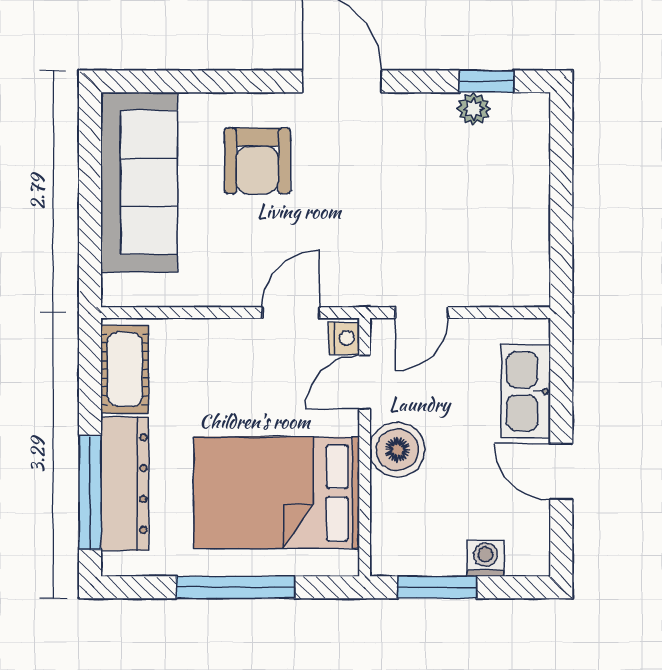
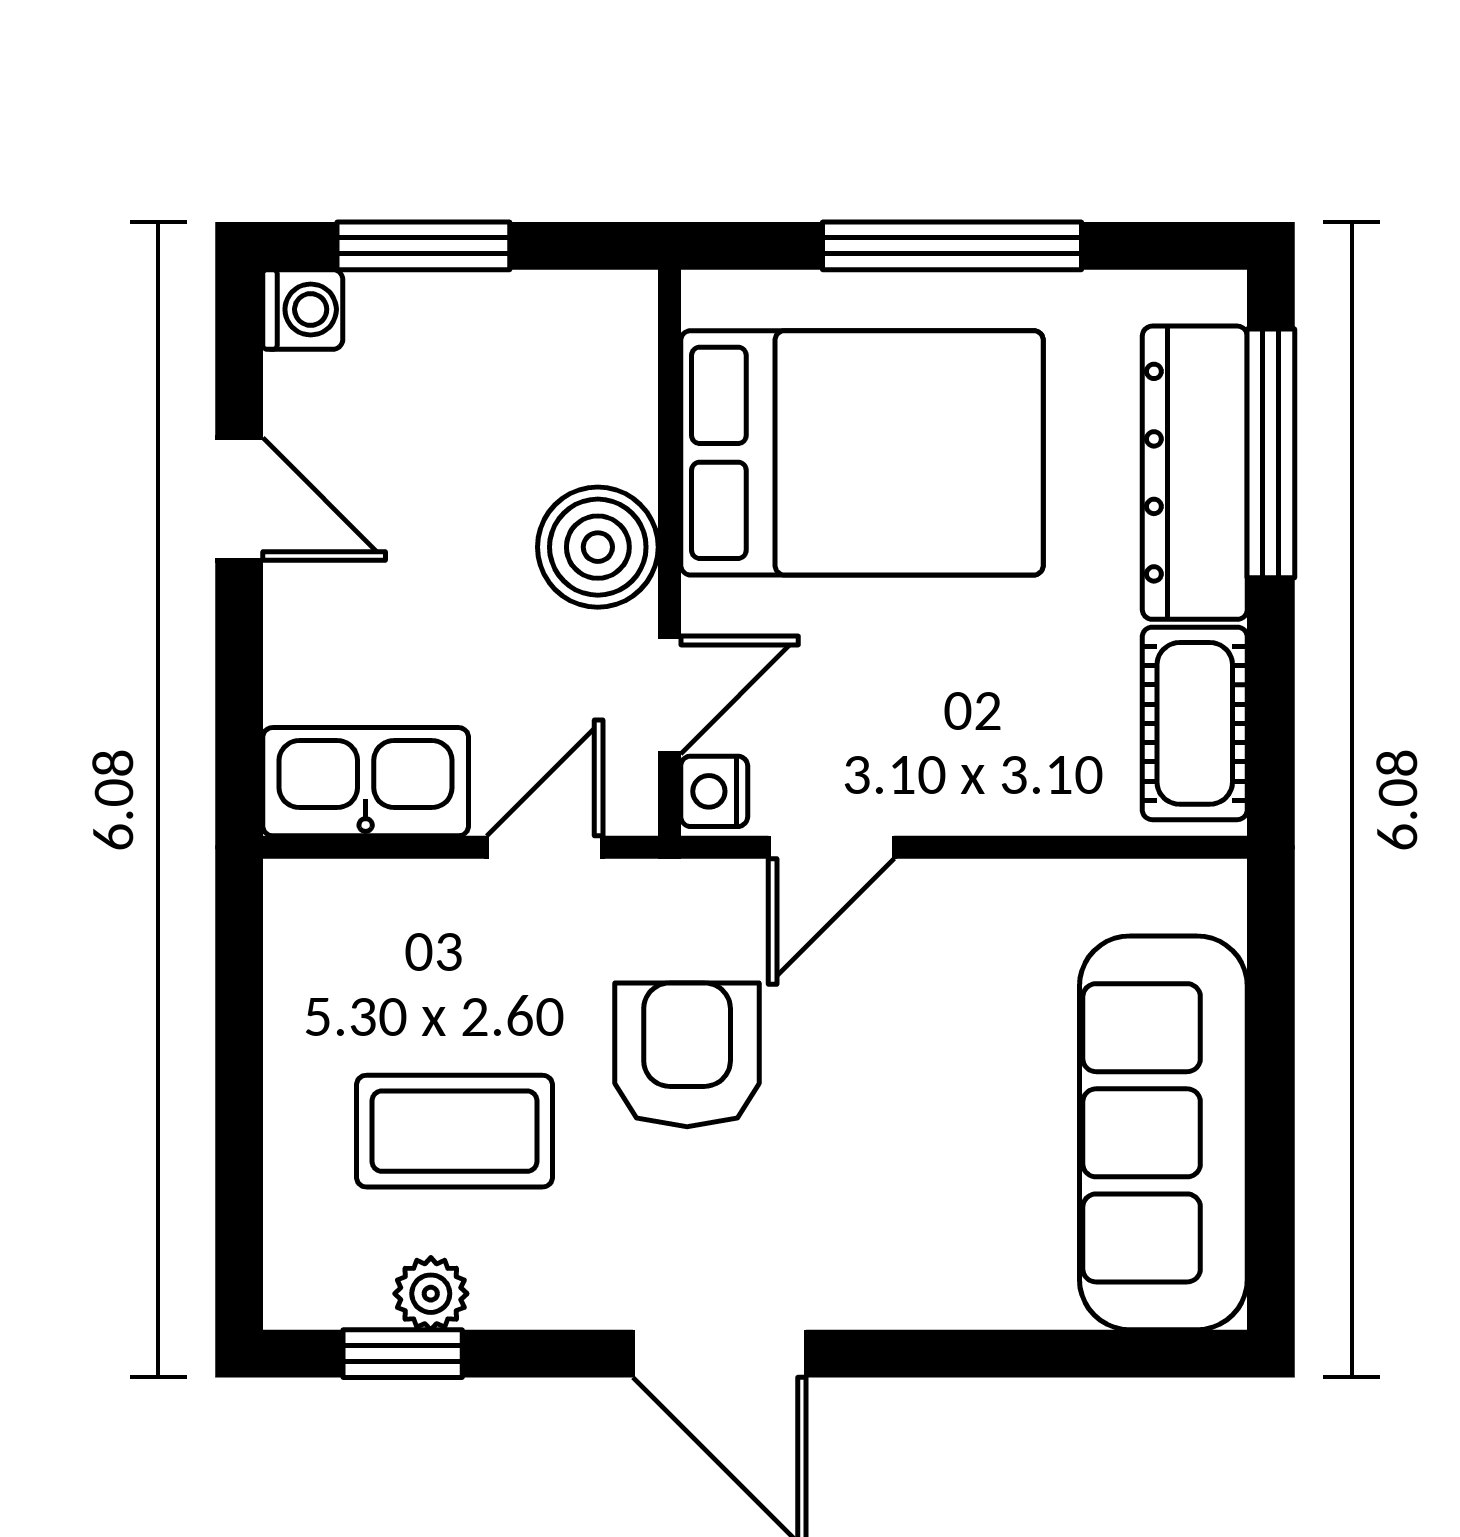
armchair: (257, 161) -> (687, 1055), moved
coffee table: (463, 183) -> (454, 1131), added
kitchen sink: (526, 391) -> (366, 782), moved, turned -90
washing machine: (485, 558) -> (303, 309), moved, turned -90
window: (437, 587) -> (423, 246), moved

